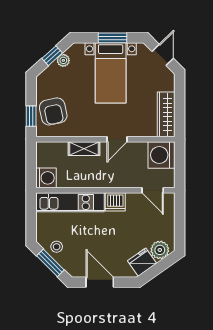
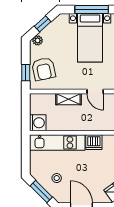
window: (112, 38) -> (92, 9), width x1.44
plant: (63, 60) -> (38, 40), moved
door: (117, 139) -> (95, 91), hinge flipped
stool: (57, 247) -> (57, 178), moved

